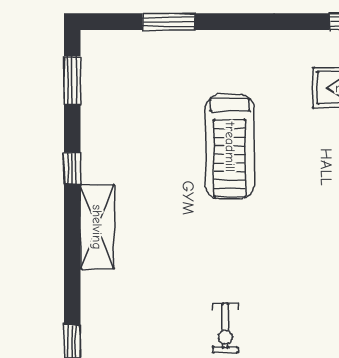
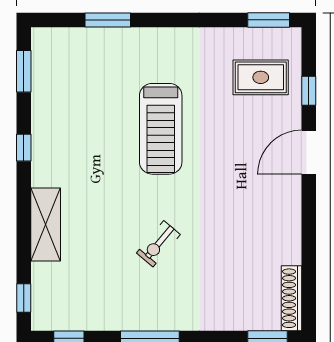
shelving: (97, 227) -> (46, 225), moved
exercise bike: (225, 328) -> (158, 244), moved, turned 40

